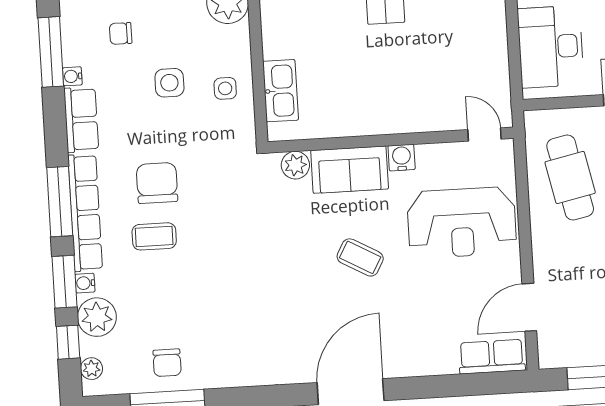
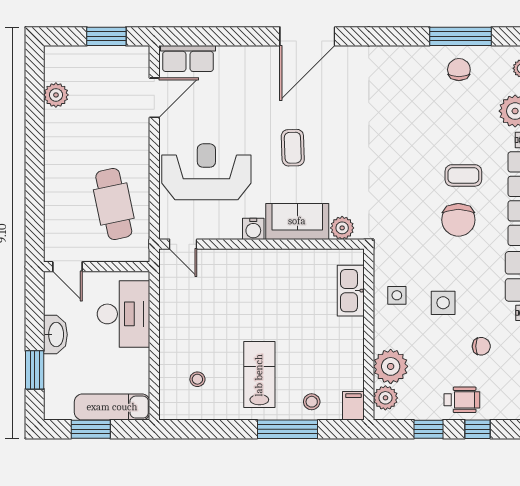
coffee table: (360, 257) -> (293, 148), turned 59

